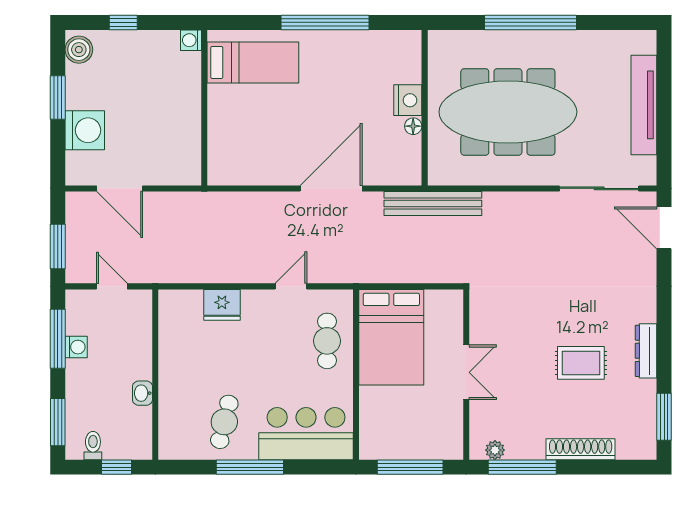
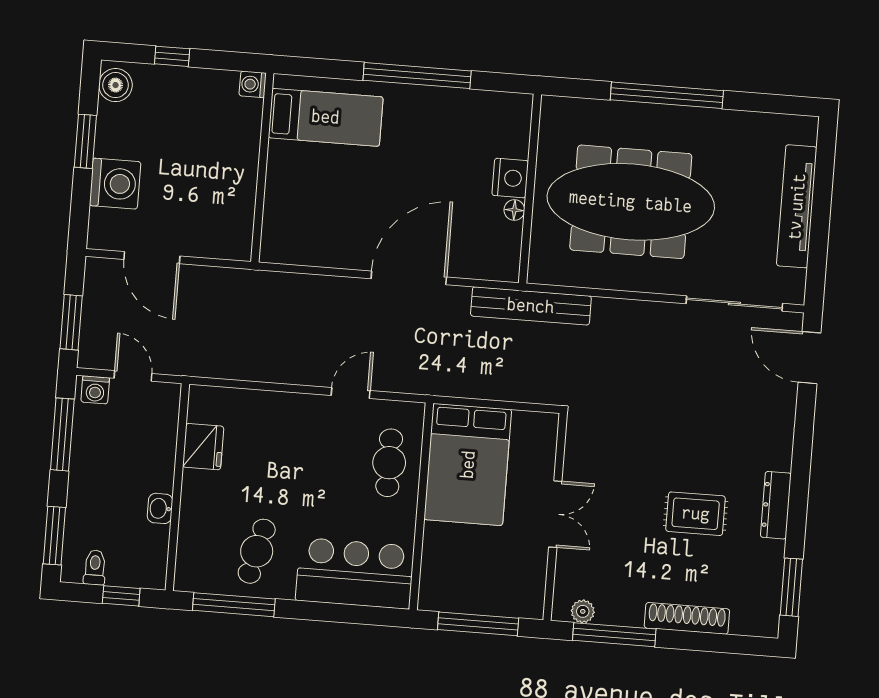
fridge: (222, 305) -> (203, 447), moved, turned -90
washing machine: (76, 347) -> (95, 390), moved, turned 90
window: (250, 467) -> (234, 605), moved

